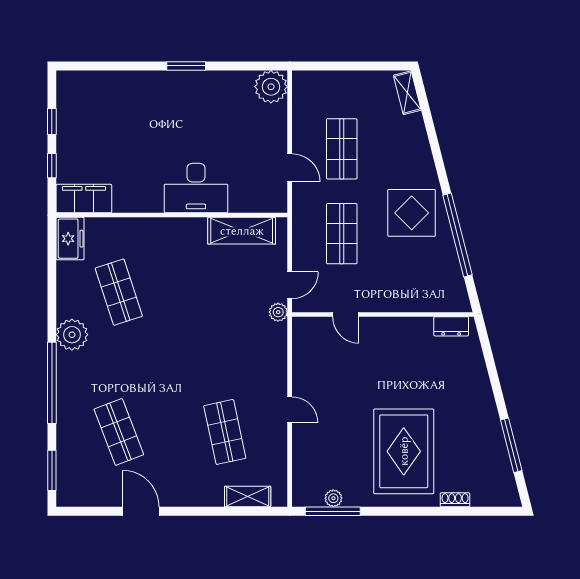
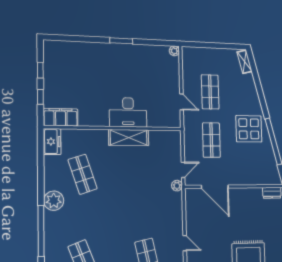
plant: (271, 87) -> (174, 51), width x0.53, depth x0.53
shelving: (242, 231) -> (129, 138), moved
door: (346, 315) -> (215, 187), width x1.88

